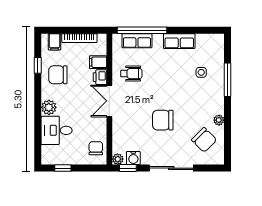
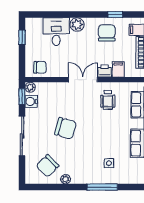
chair: (163, 120) -> (66, 128), turned 106

